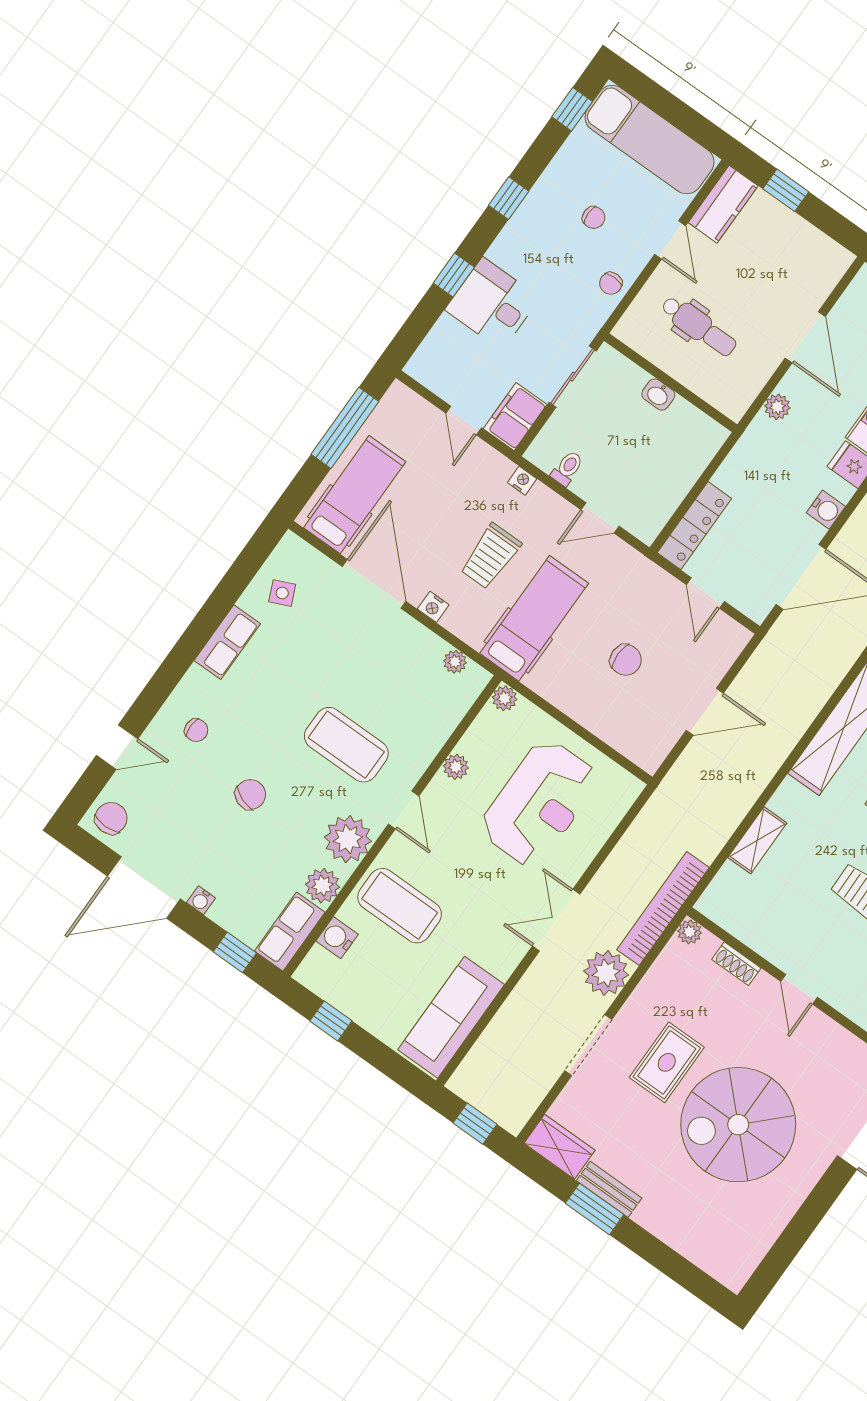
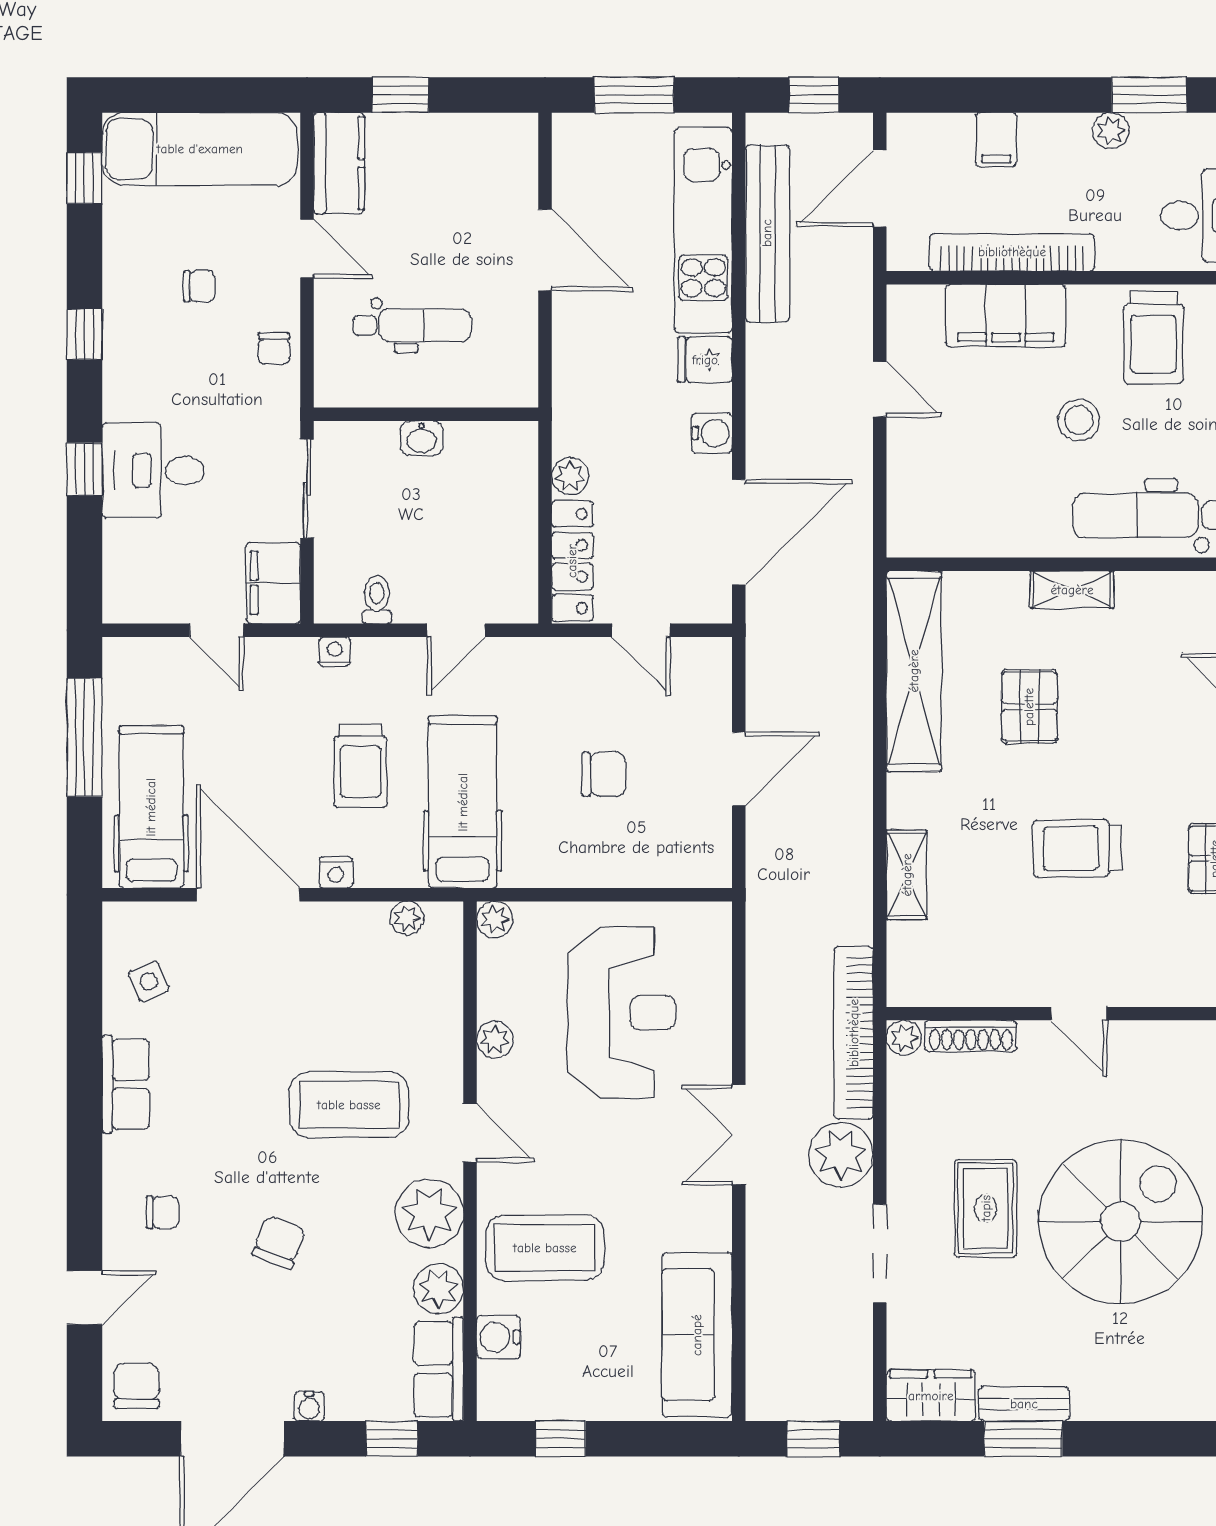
plant: (777, 407) -> (570, 476), moved
shoe rack: (736, 964) -> (971, 1036), width x1.43
spiral stairs: (738, 1125) -> (1120, 1222), turned 180

